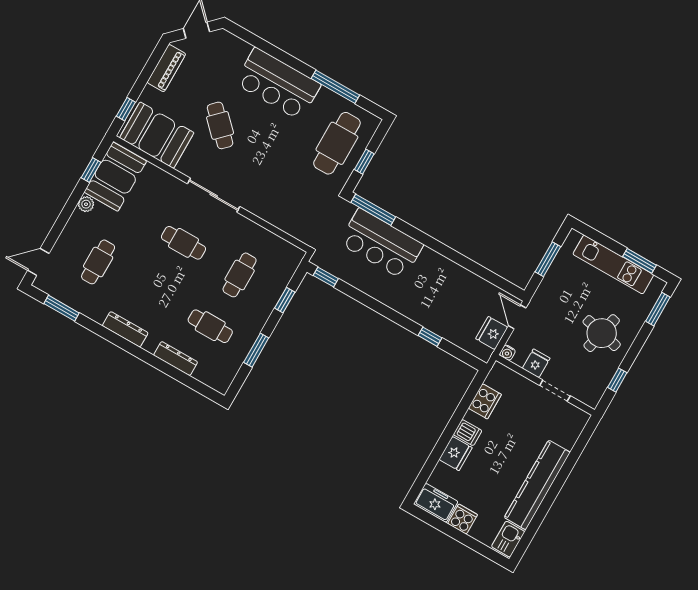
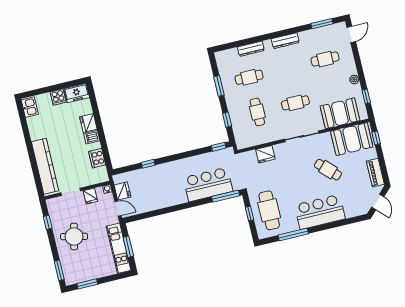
booth: (115, 177) -> (340, 113), moved, turned 90
fridge: (278, 215) -> (265, 154), added
cafe table: (98, 262) -> (325, 59), turned 90
kitchen unit: (613, 265) -> (119, 248), moved, turned -90
kitchen counter: (537, 485) -> (45, 166), moved

